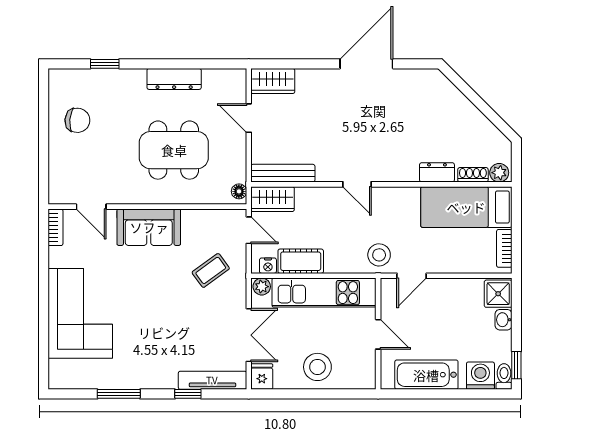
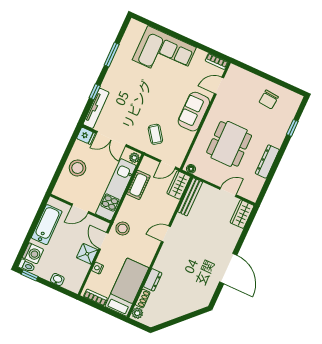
nightstand: (268, 266) -> (98, 268), moved
shower: (498, 294) -> (87, 254), moved

